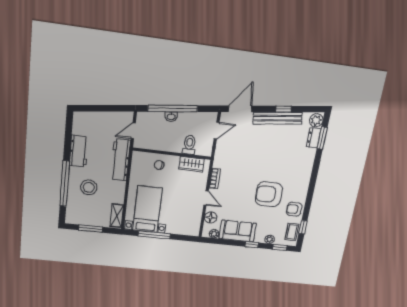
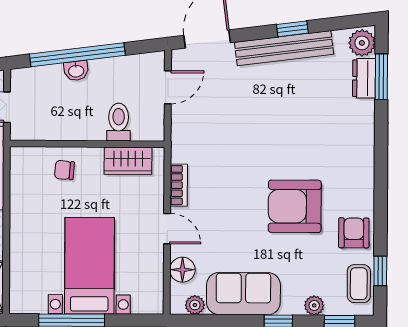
bed with nightstands: (147, 209) -> (89, 266), moved
armchair: (294, 209) -> (354, 233), turned 90

